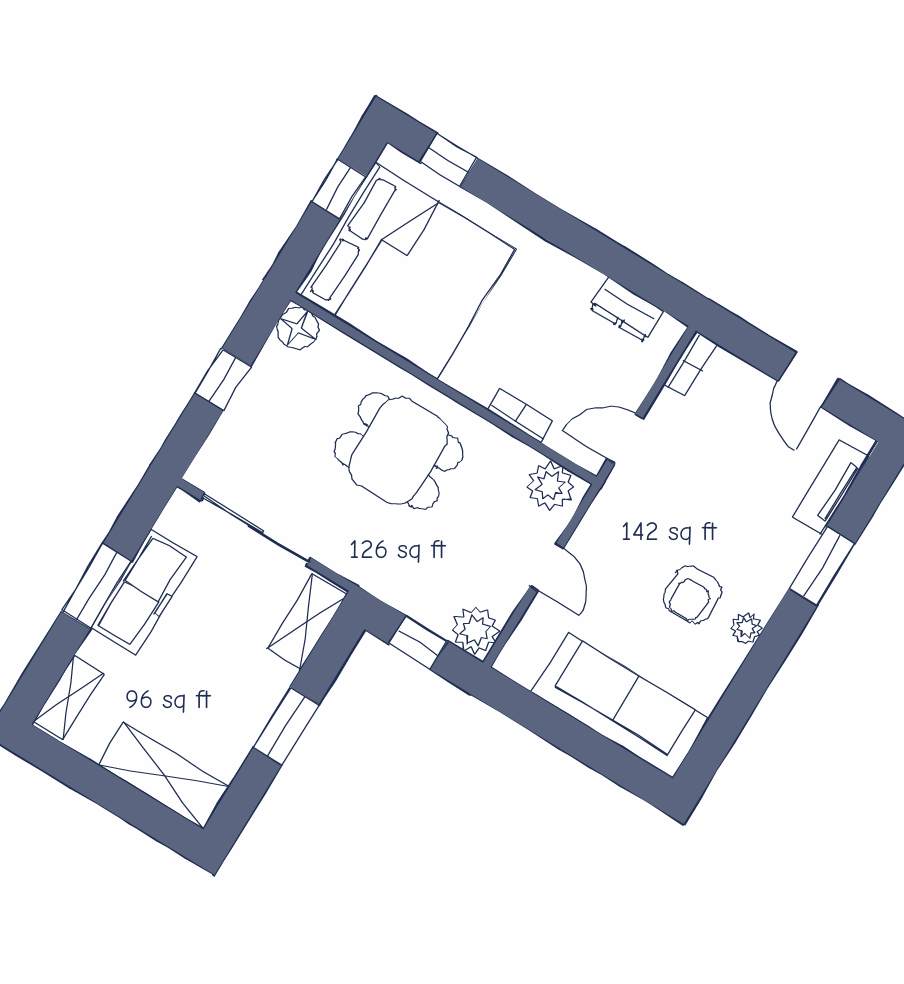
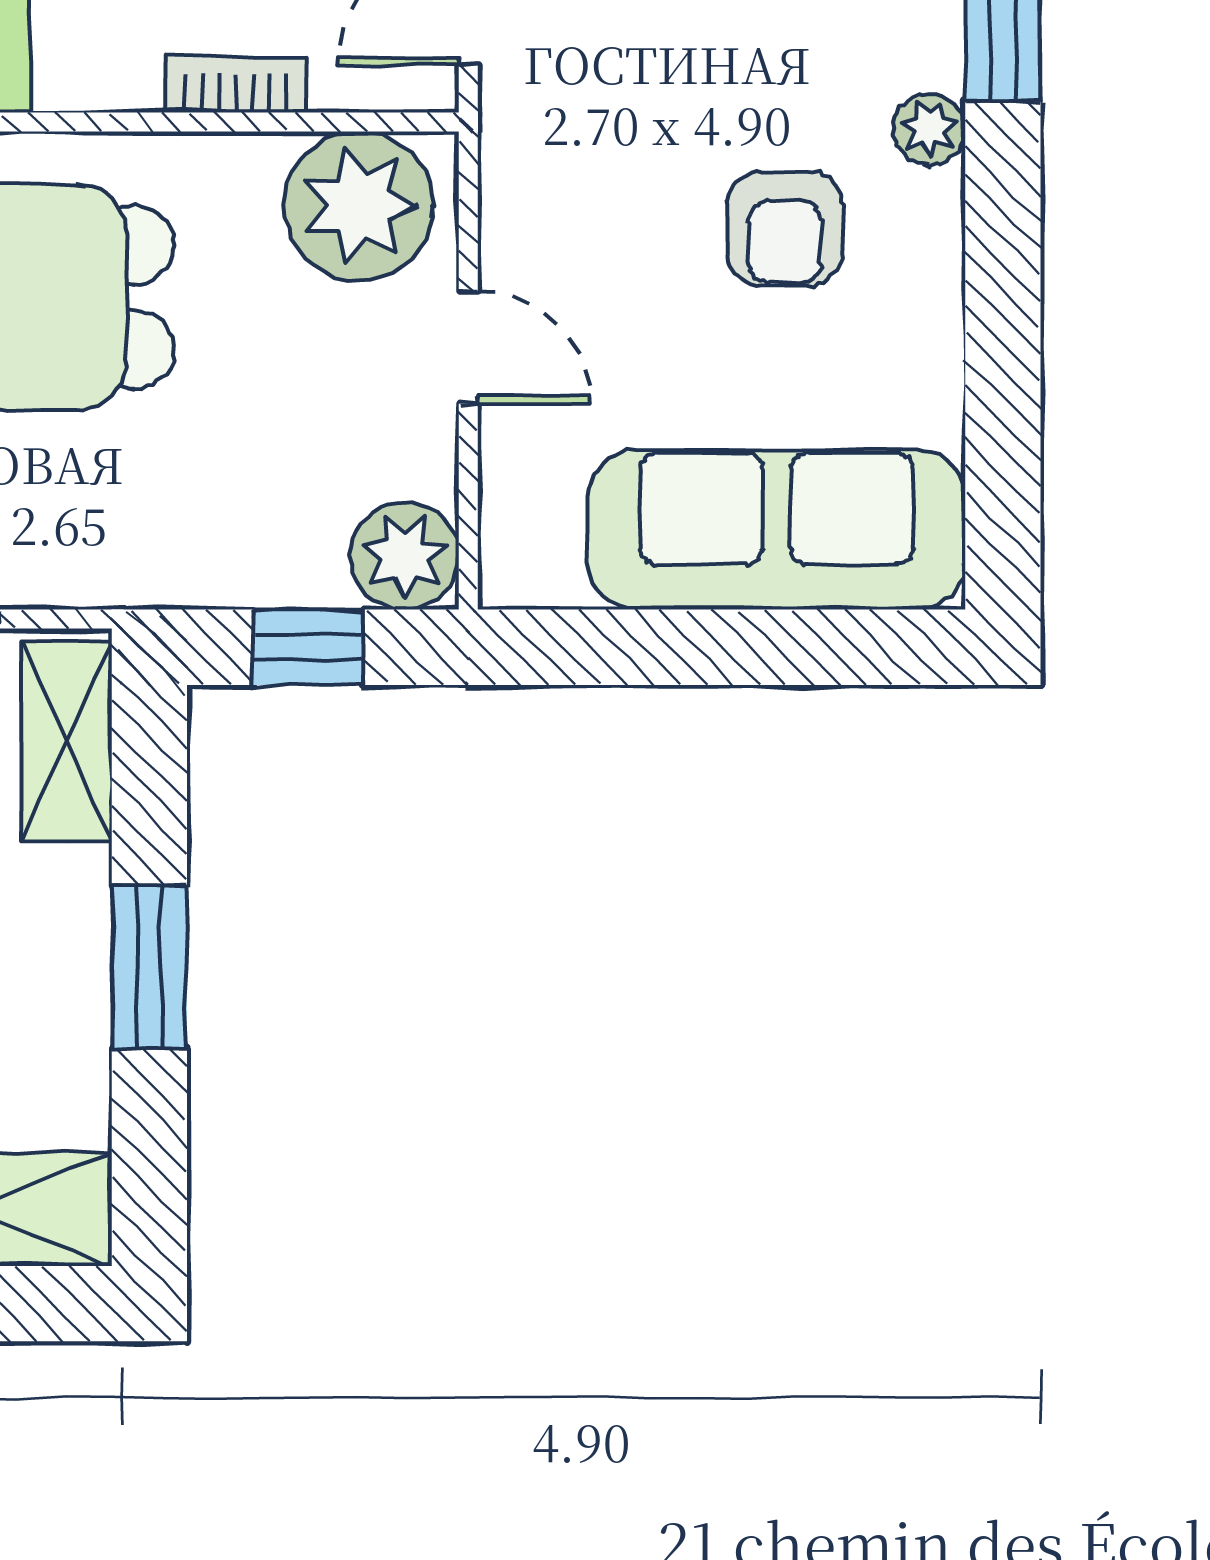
plant: (550, 486) -> (359, 206), width x1.36, depth x1.36
plant: (746, 628) -> (929, 129), moved

